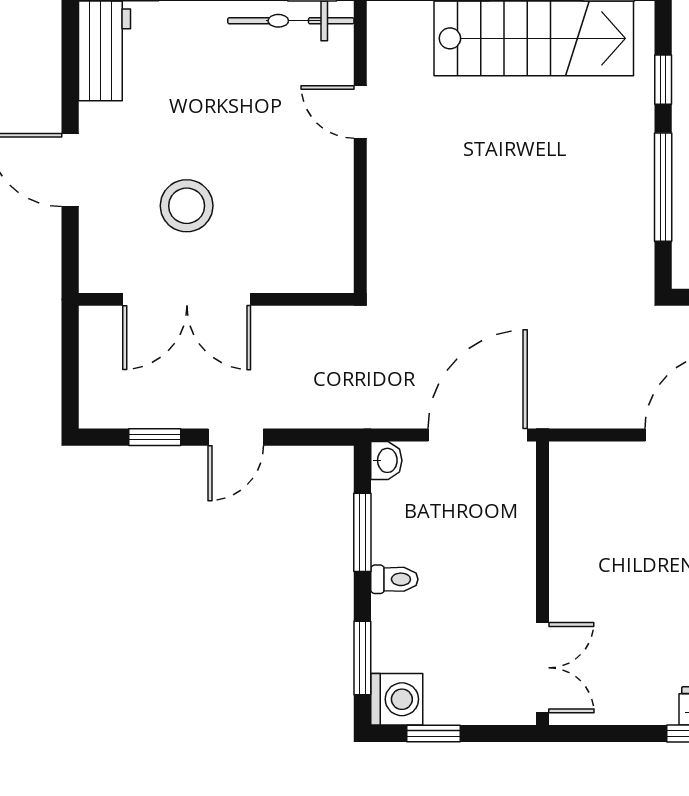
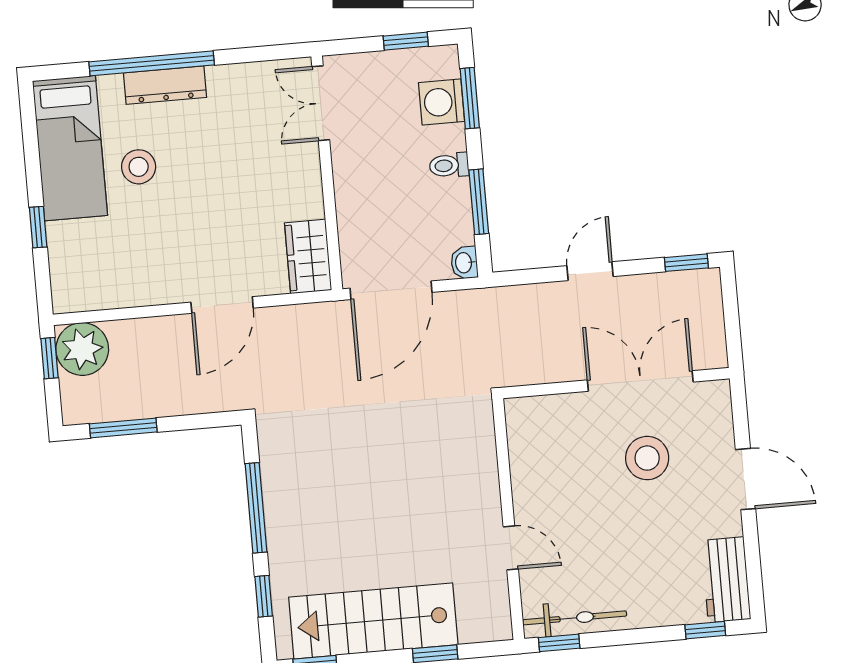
window: (155, 437) -> (686, 263), moved
wardrobe: (574, 484) -> (308, 256), added
washing machine: (397, 699) -> (442, 102), moved

